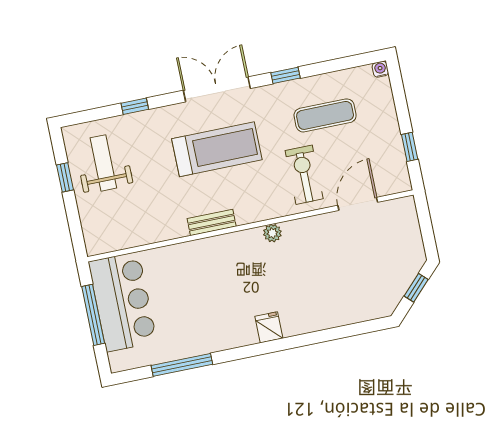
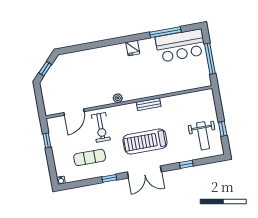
bar counter: (123, 302) -> (181, 46), moved, turned -90
fridge: (269, 327) -> (133, 48), moved

